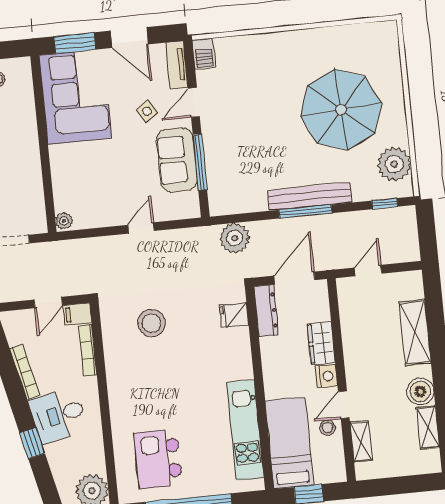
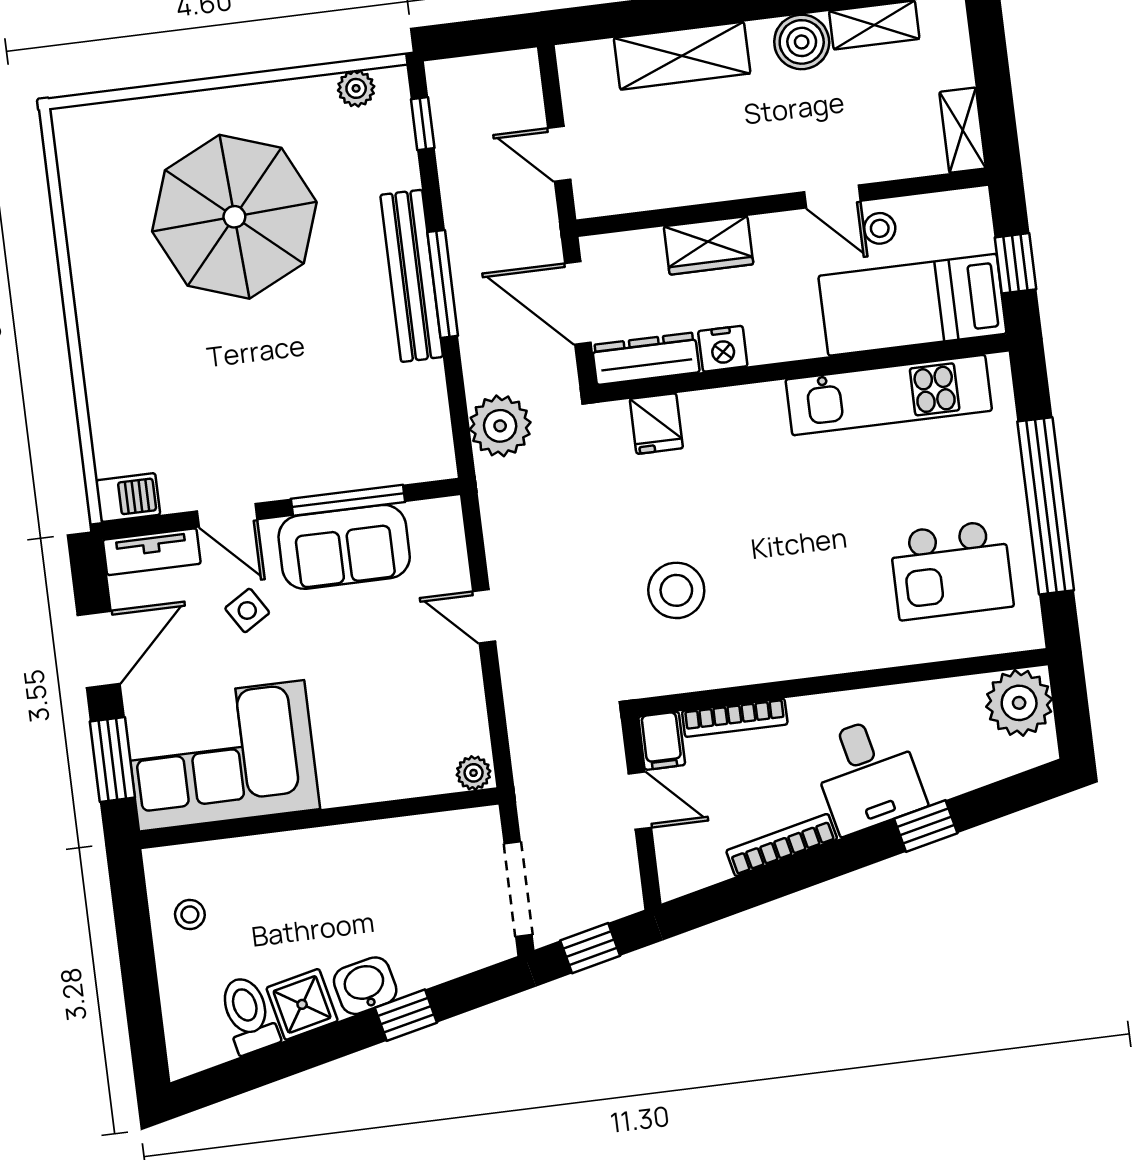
plant: (394, 164) -> (356, 88), width x0.53, depth x0.53
nightstand: (326, 376) -> (723, 349), moved, turned 180
shelving: (361, 441) -> (963, 130), moved, turned 90

